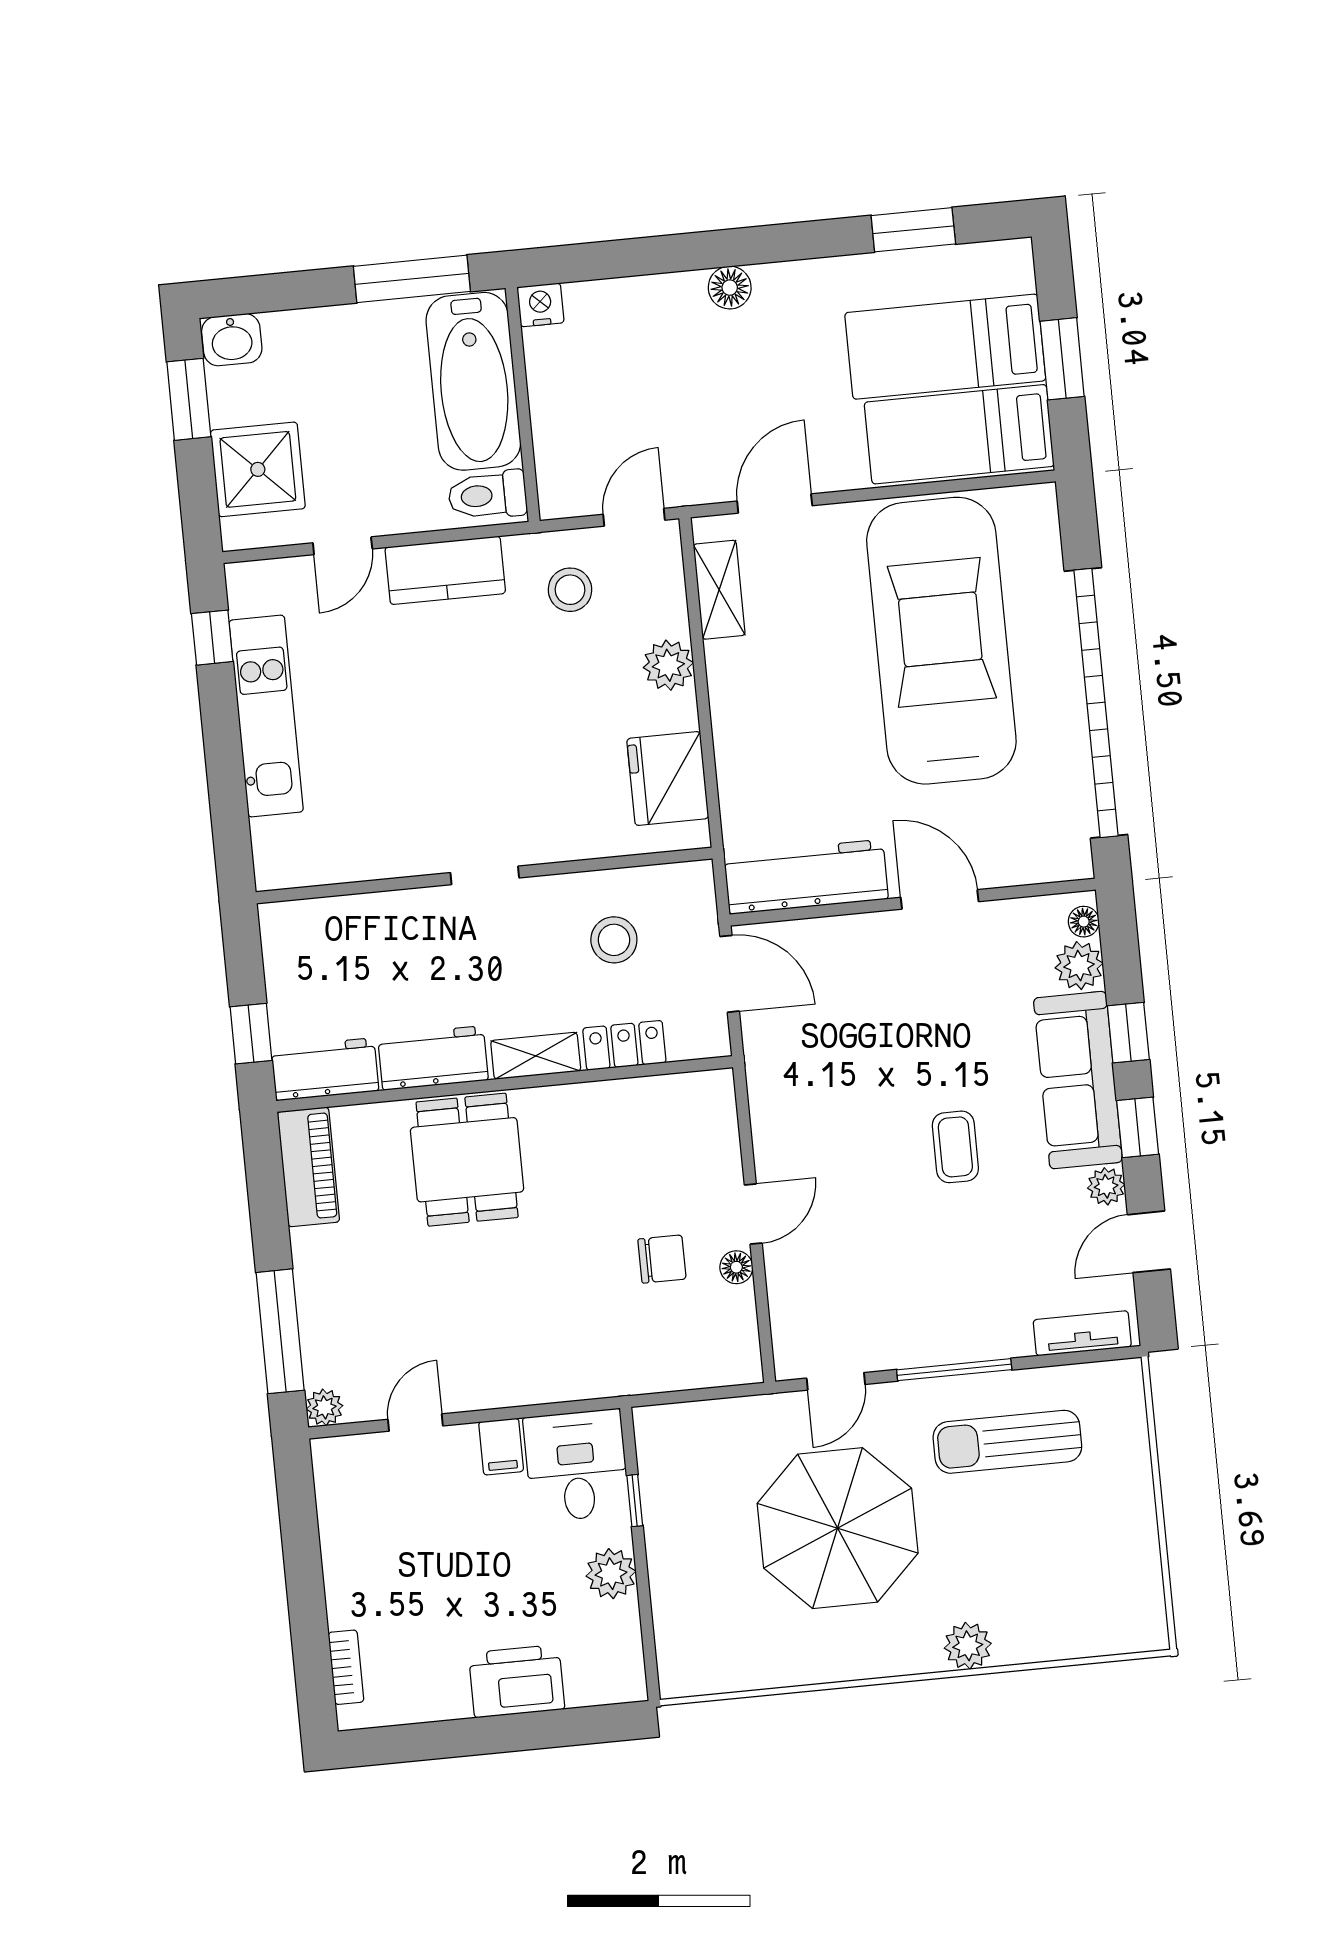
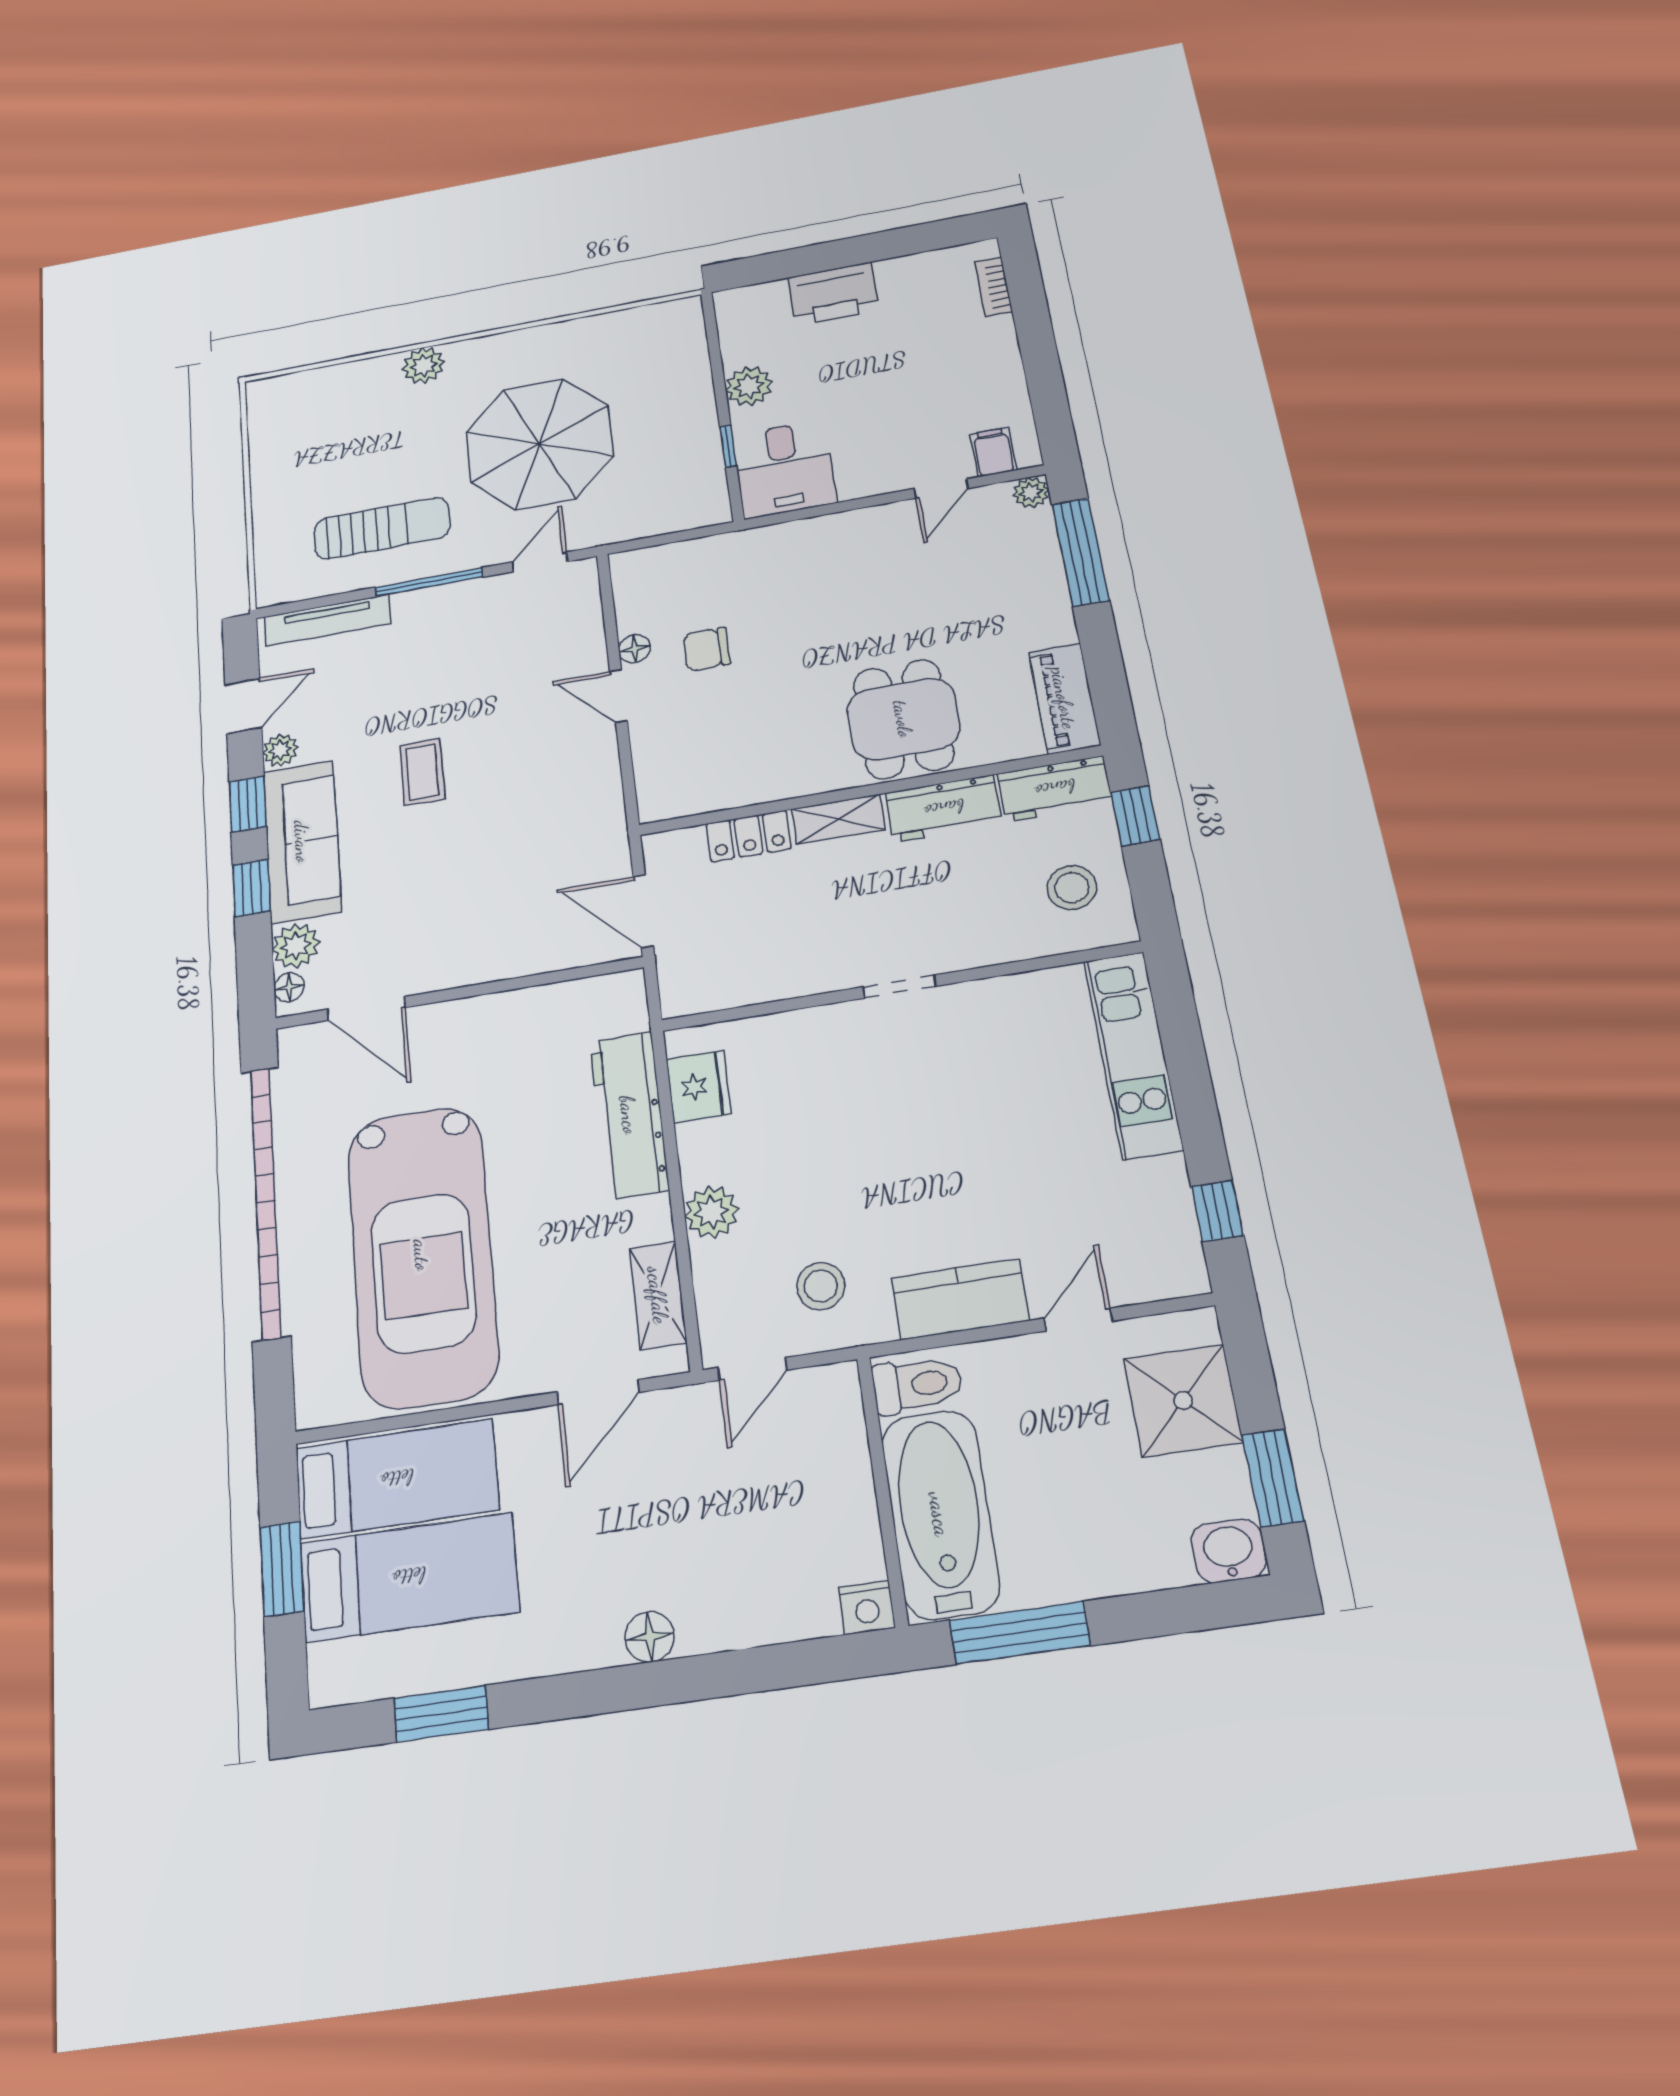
kitchen unit: (266, 716) -> (1133, 1055), moved
fridge: (668, 779) -> (699, 1086), width x0.73, depth x0.75
workbench: (806, 877) -> (629, 1115), moved, turned 90
door: (940, 899) -> (366, 1008), moved
stool: (614, 940) -> (1072, 888), moved
door: (753, 1214) -> (618, 696), hinge flipped
tv unit: (1082, 1333) -> (327, 620), width x1.41
filing cabinet: (501, 1447) -> (993, 452), moved

